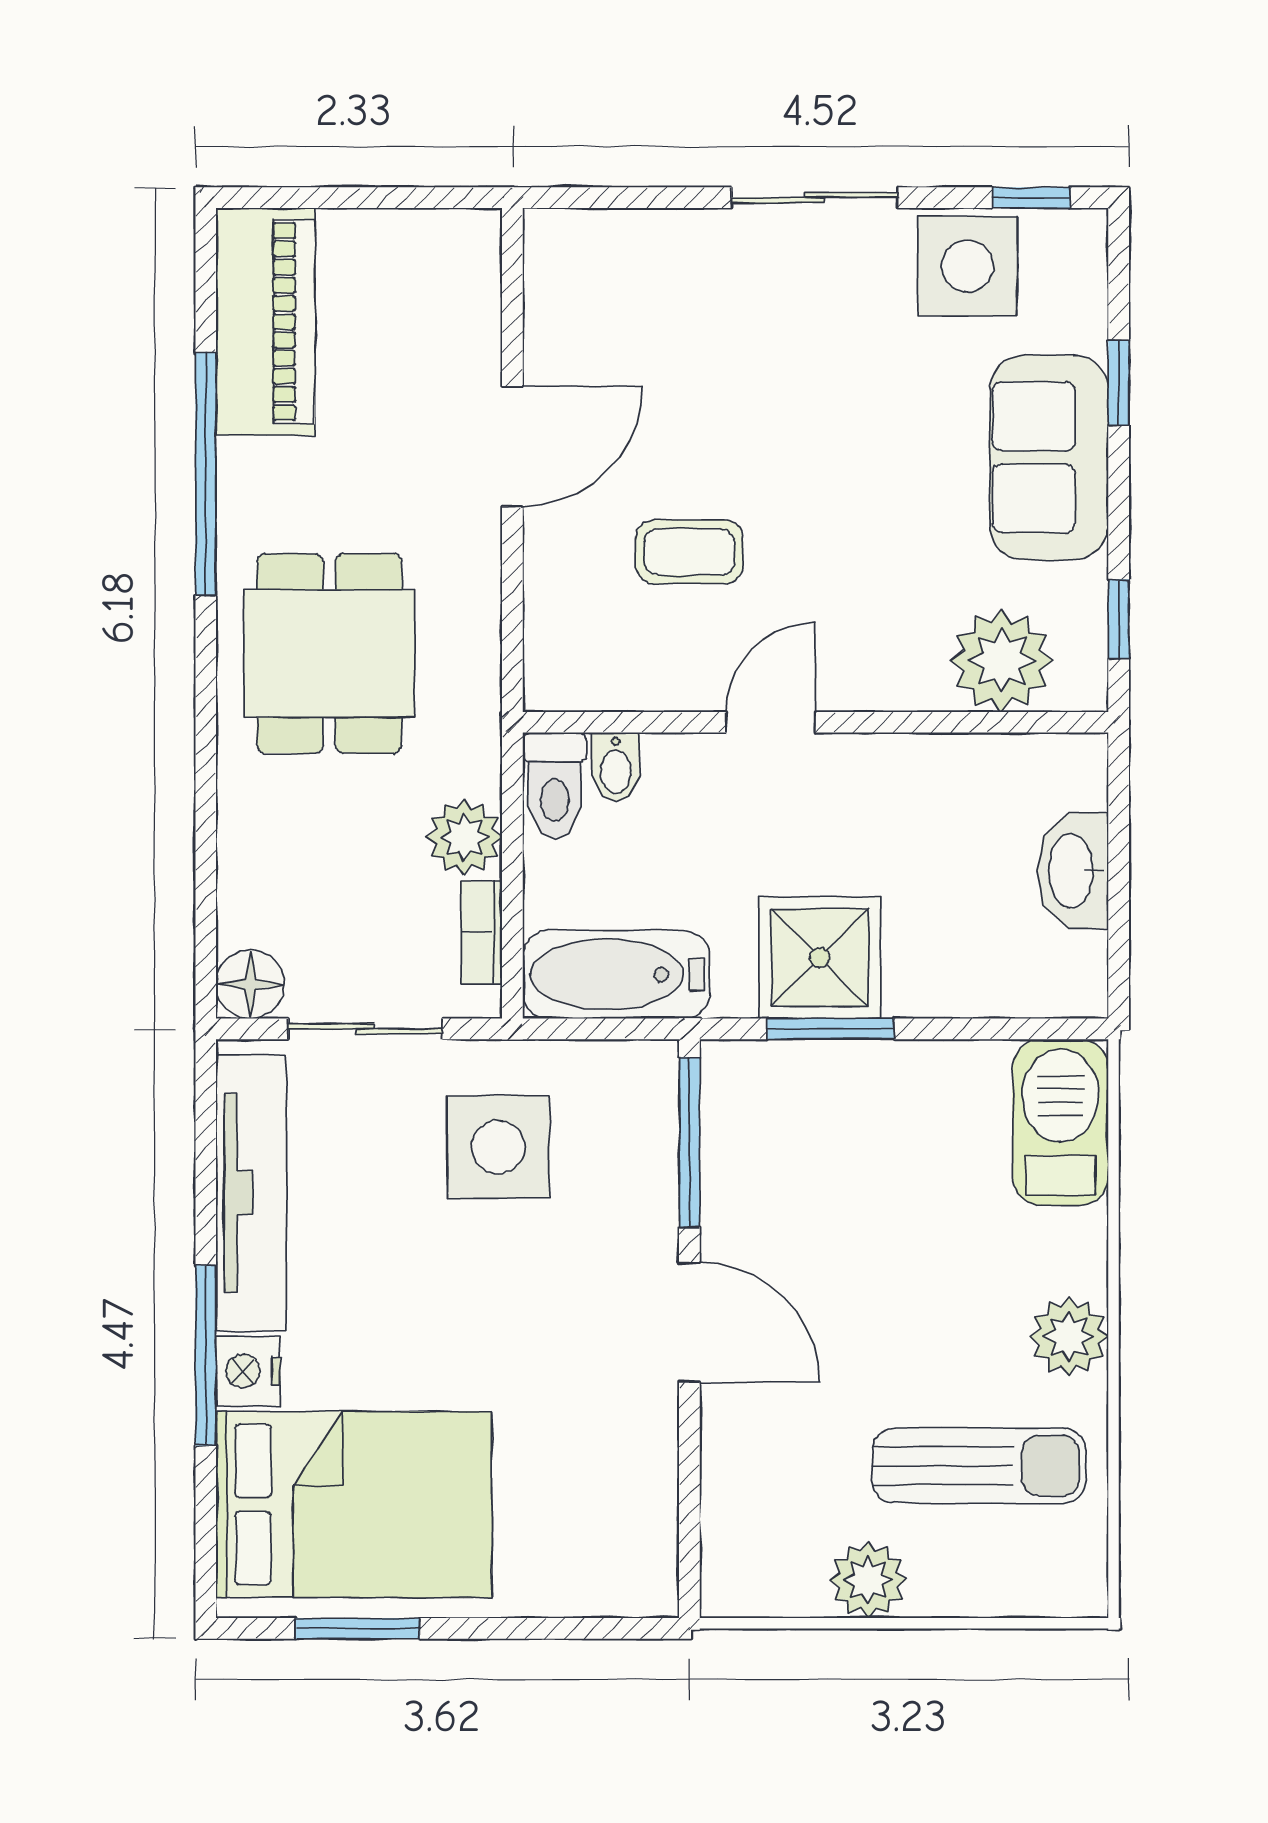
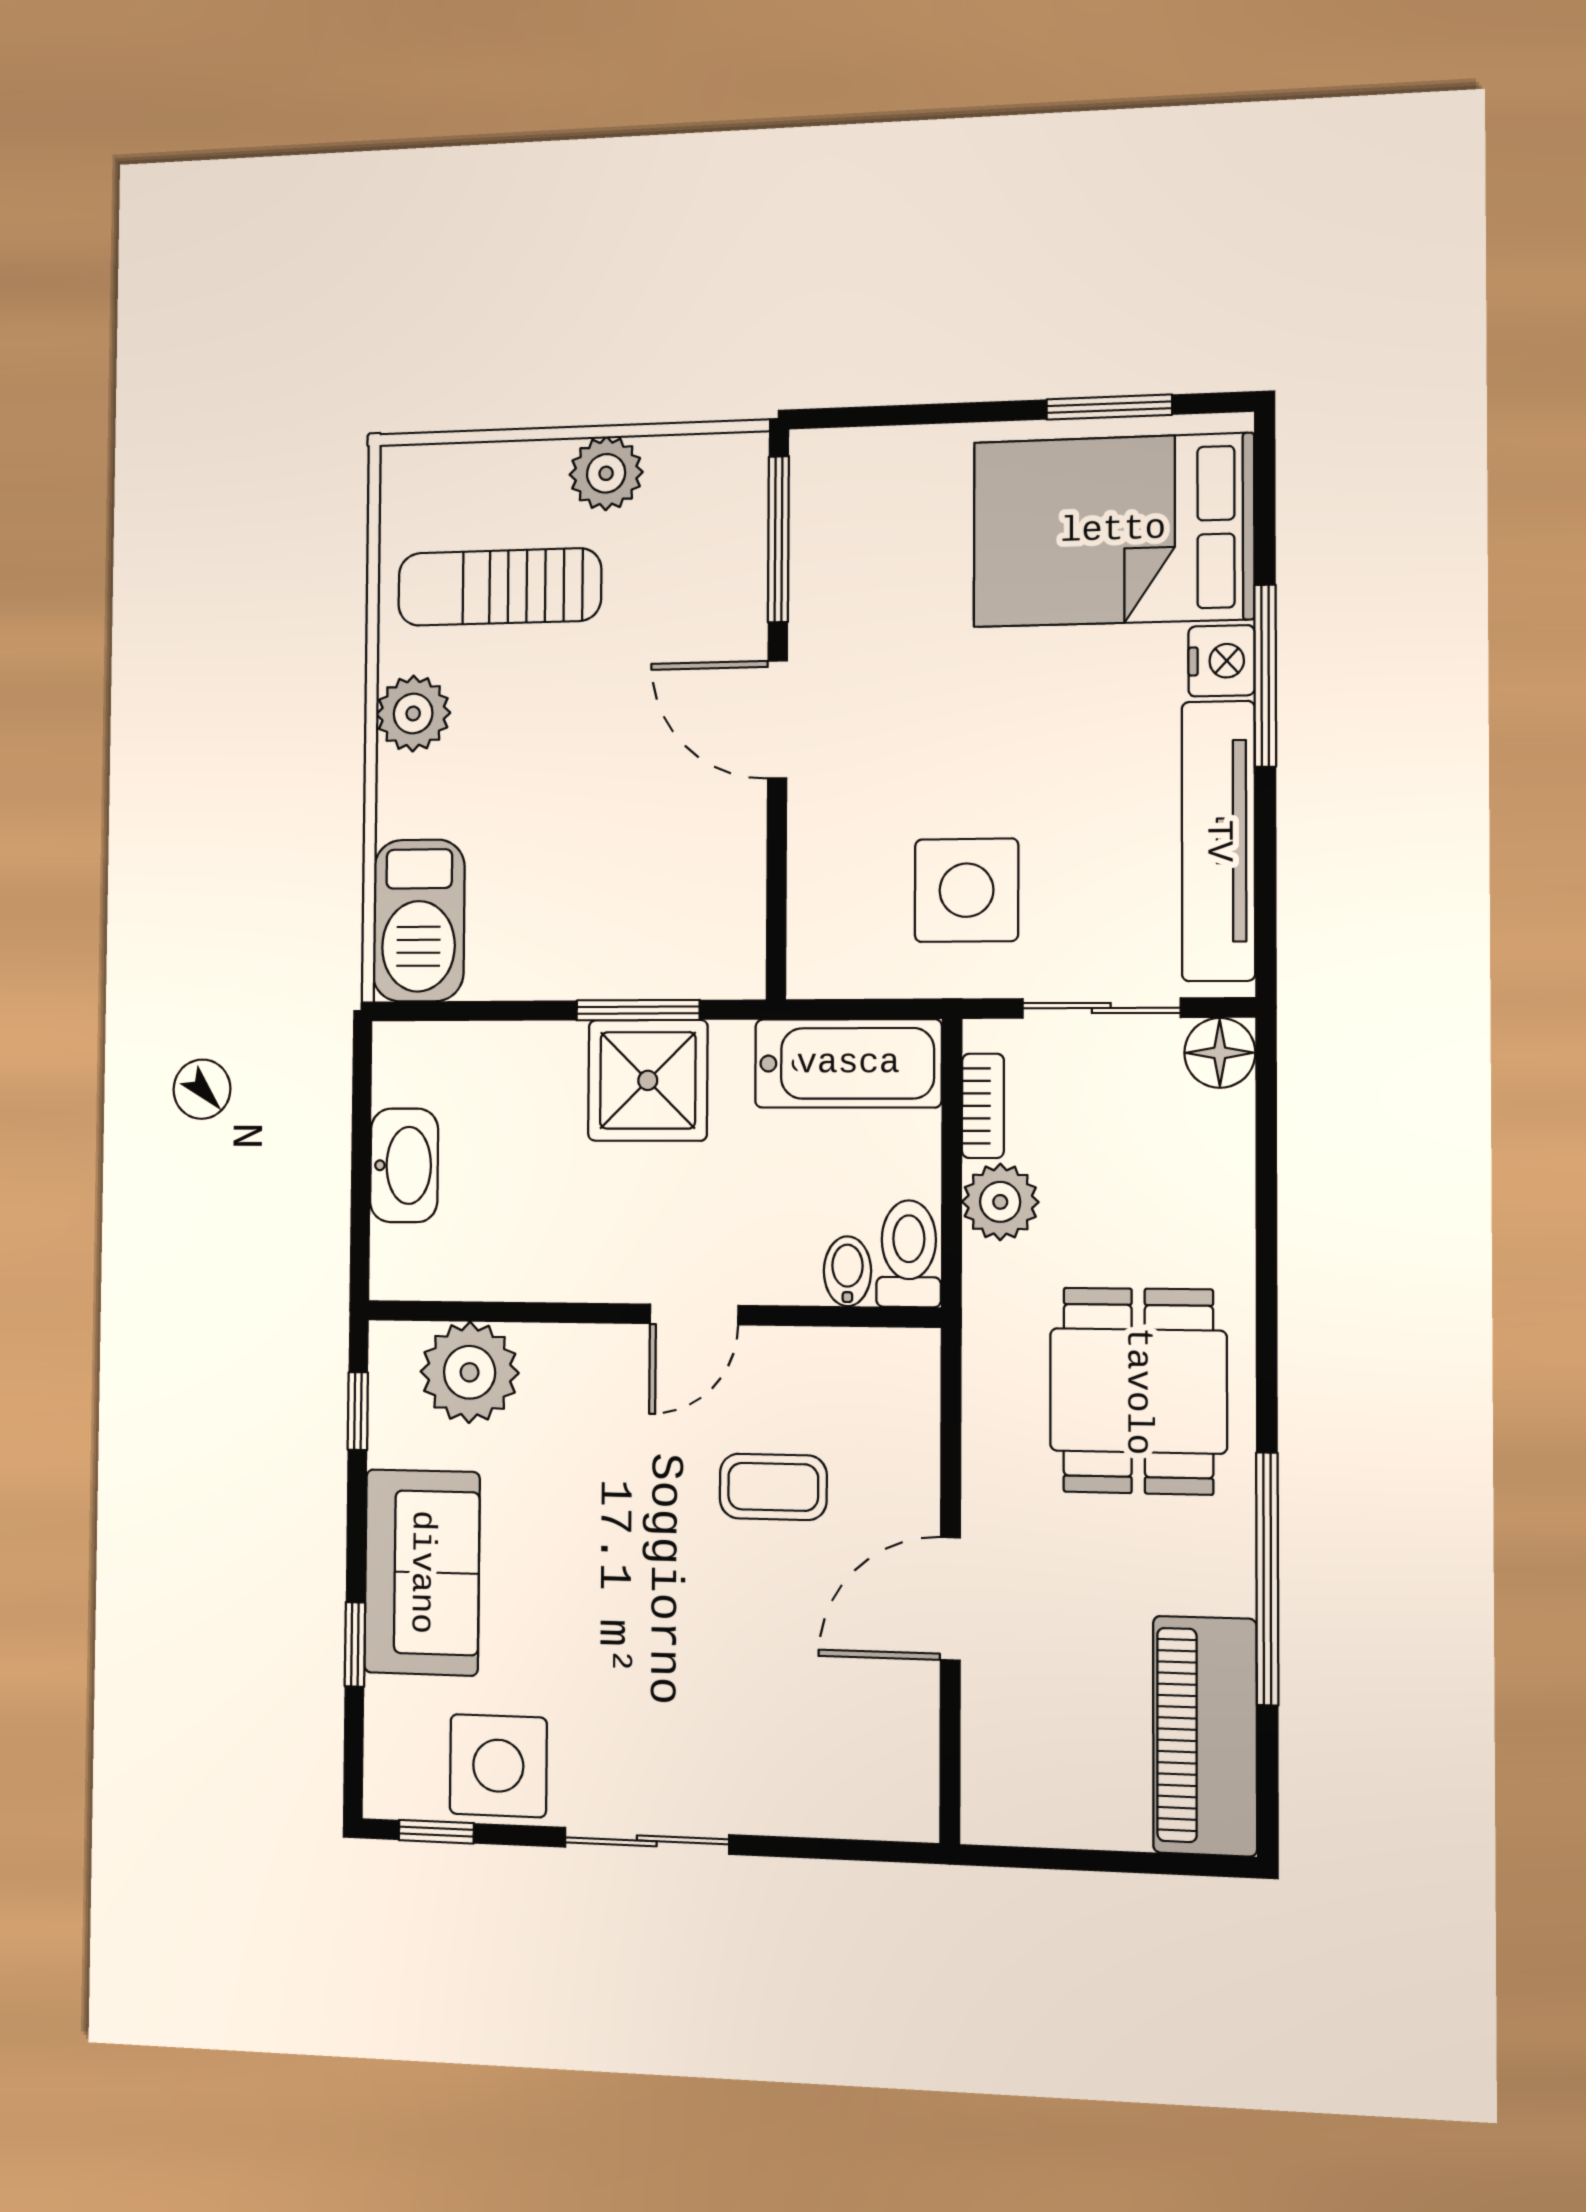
window: (689, 1142) -> (778, 539), moved

